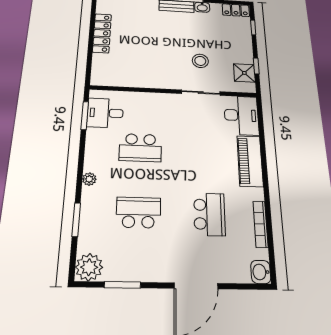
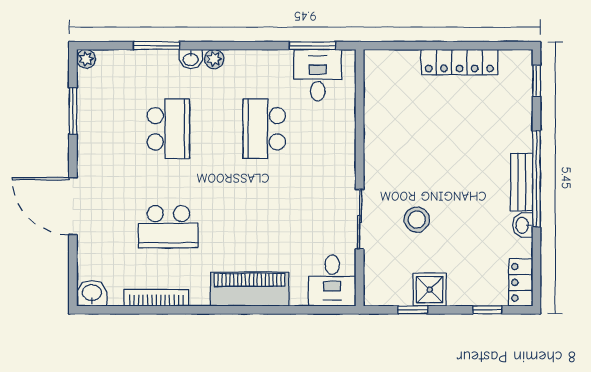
shower: (244, 73) -> (430, 290), moved
desk: (241, 115) -> (332, 281), width x0.73
washbasin: (88, 195) -> (191, 59), added
plant: (89, 267) -> (86, 59), width x0.53, depth x0.53

